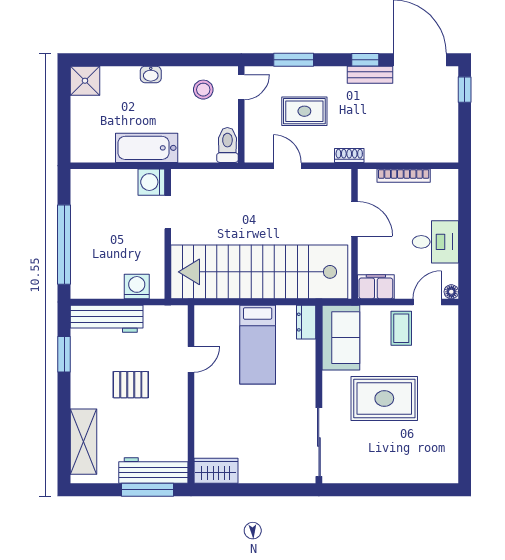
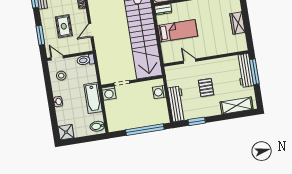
bidet: (87, 147) -> (97, 126), added
wardrobe: (216, 471) -> (237, 23), moved

